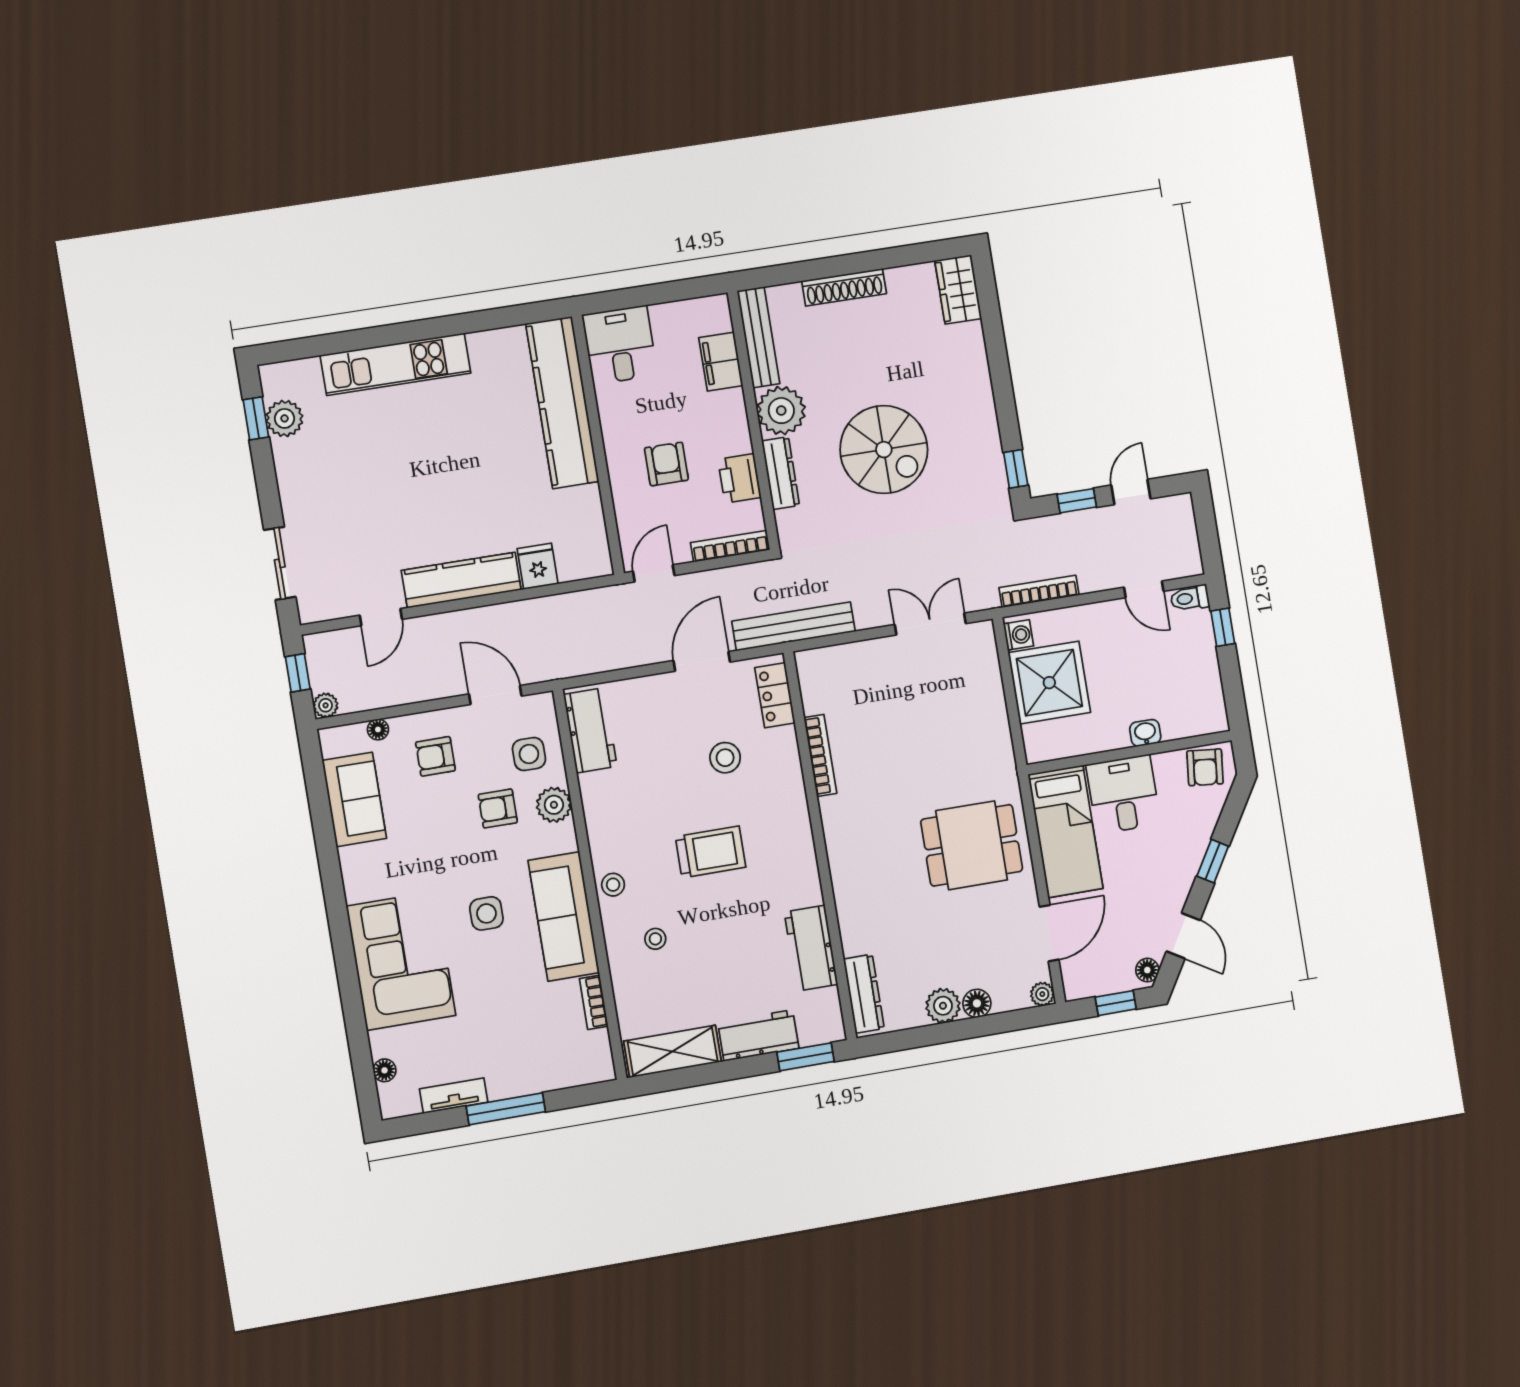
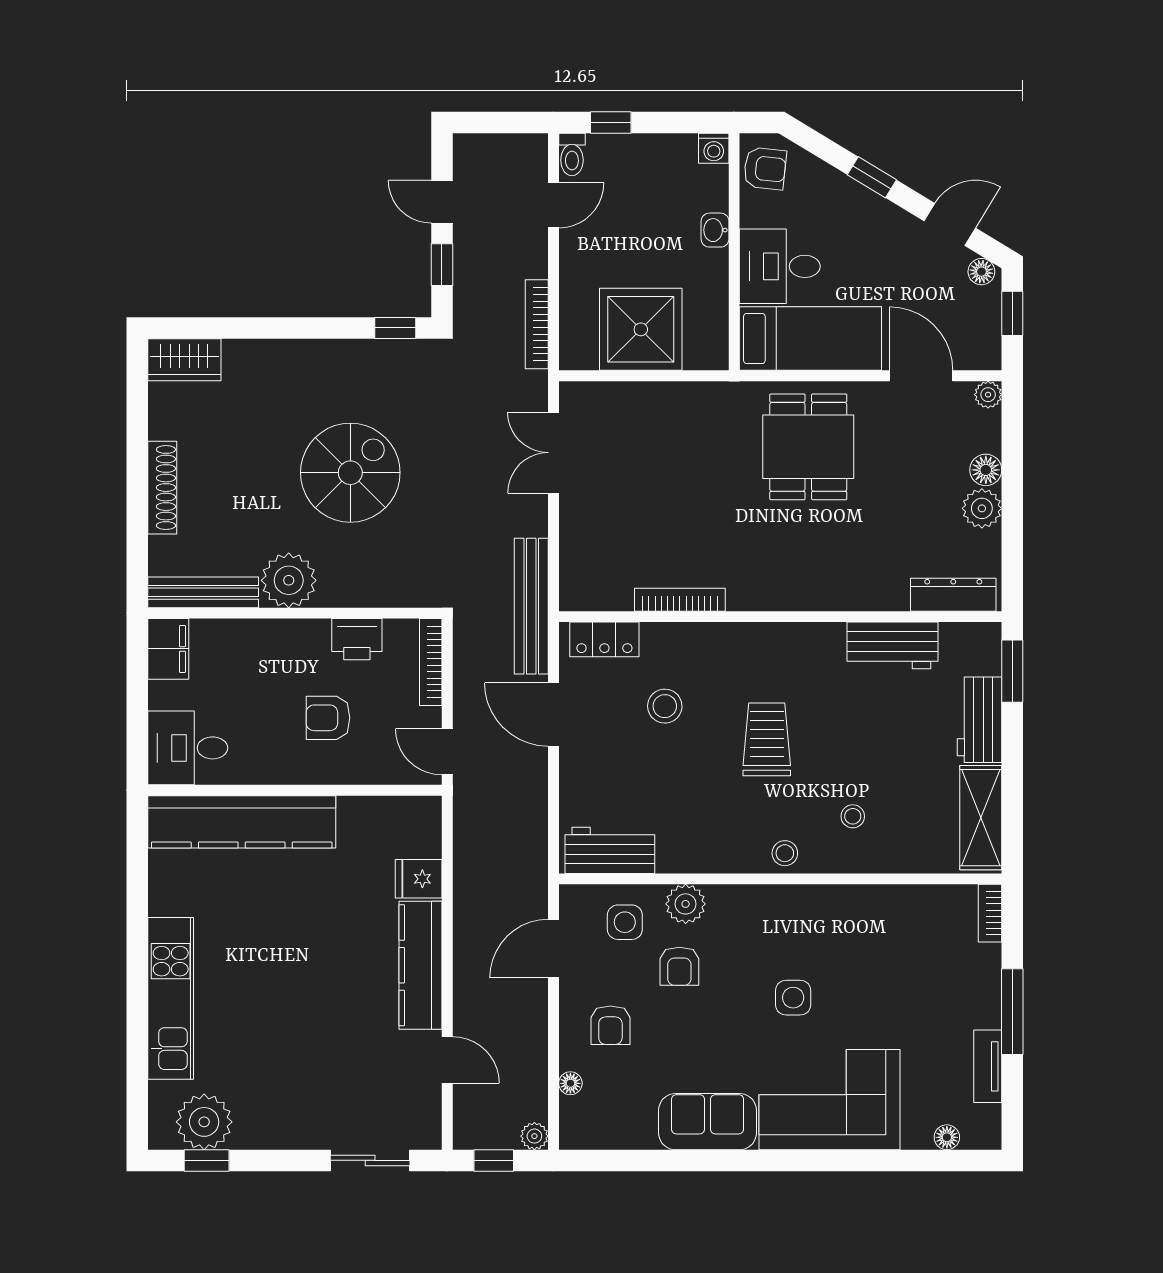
filing cabinet: (721, 362) -> (168, 649), moved, turned -90
plant: (285, 418) -> (204, 1122), width x1.36, depth x1.36
dresser: (781, 473) -> (358, 592), removed
washing machine: (1019, 635) -> (714, 148), moved, turned 180
sofa: (354, 800) -> (708, 1122), moved
sofa: (564, 916) -> (811, 913), removed
bookcase: (594, 1002) -> (990, 913), moved, turned 90

